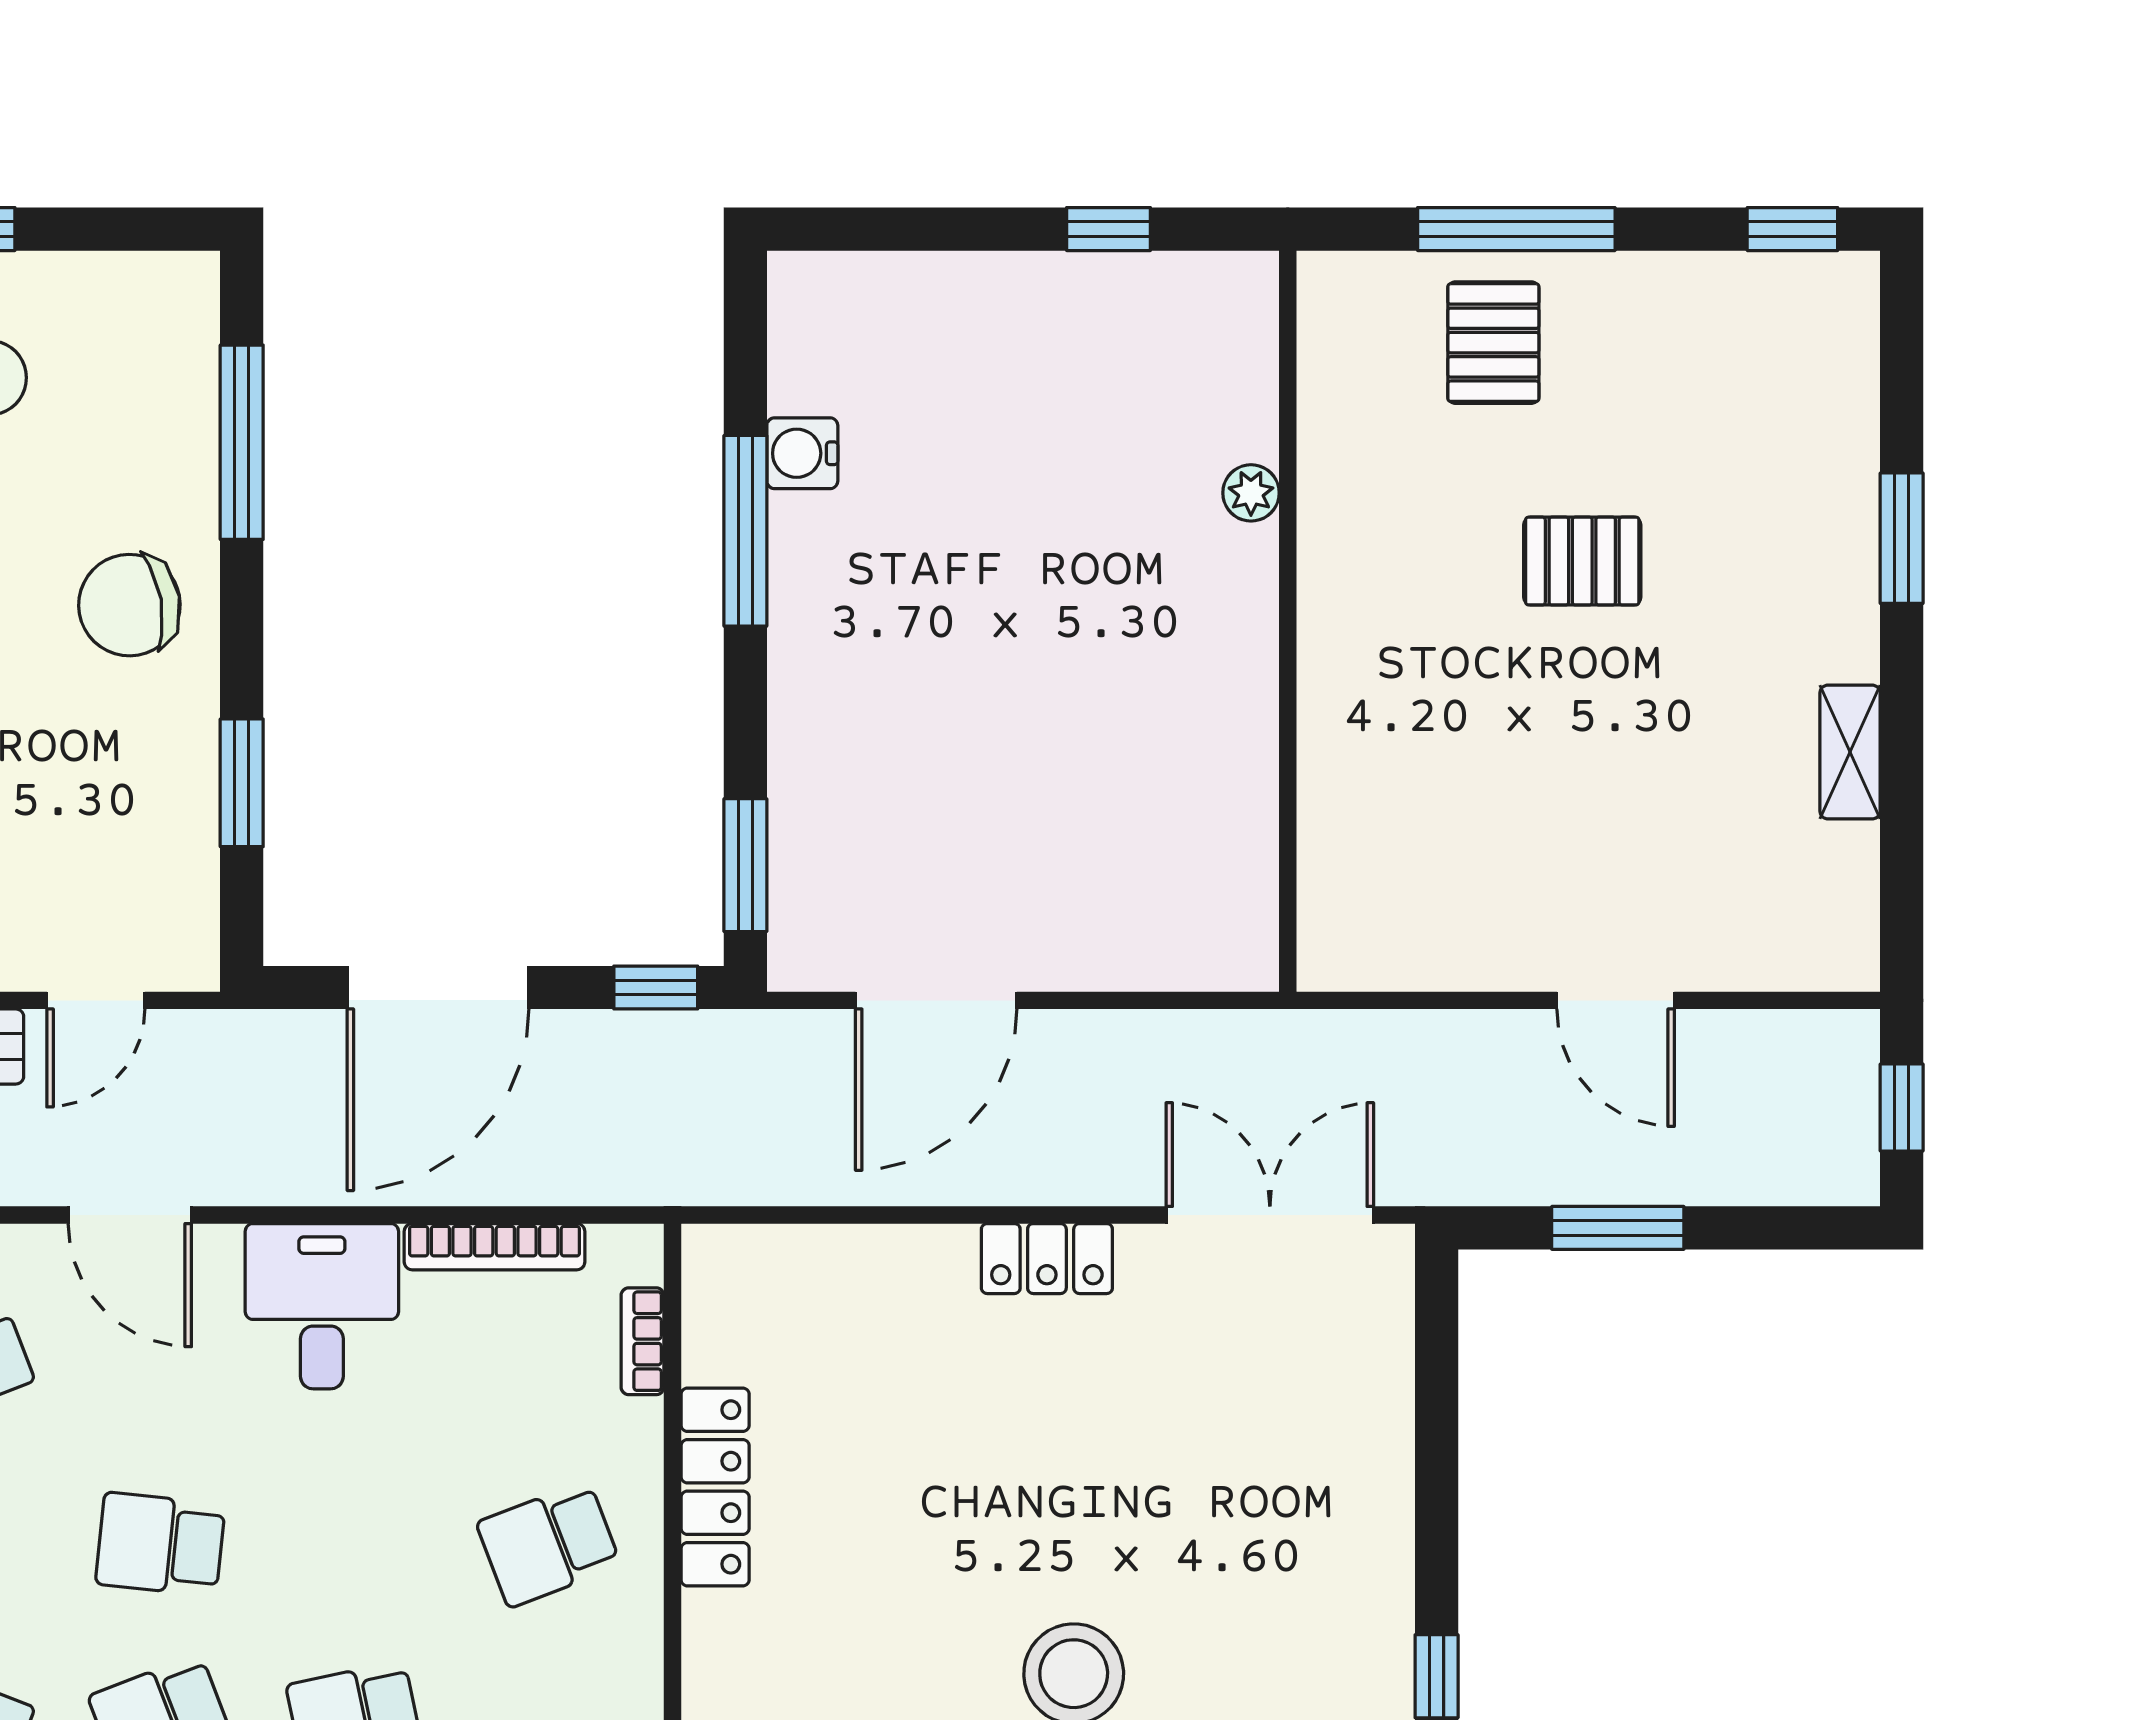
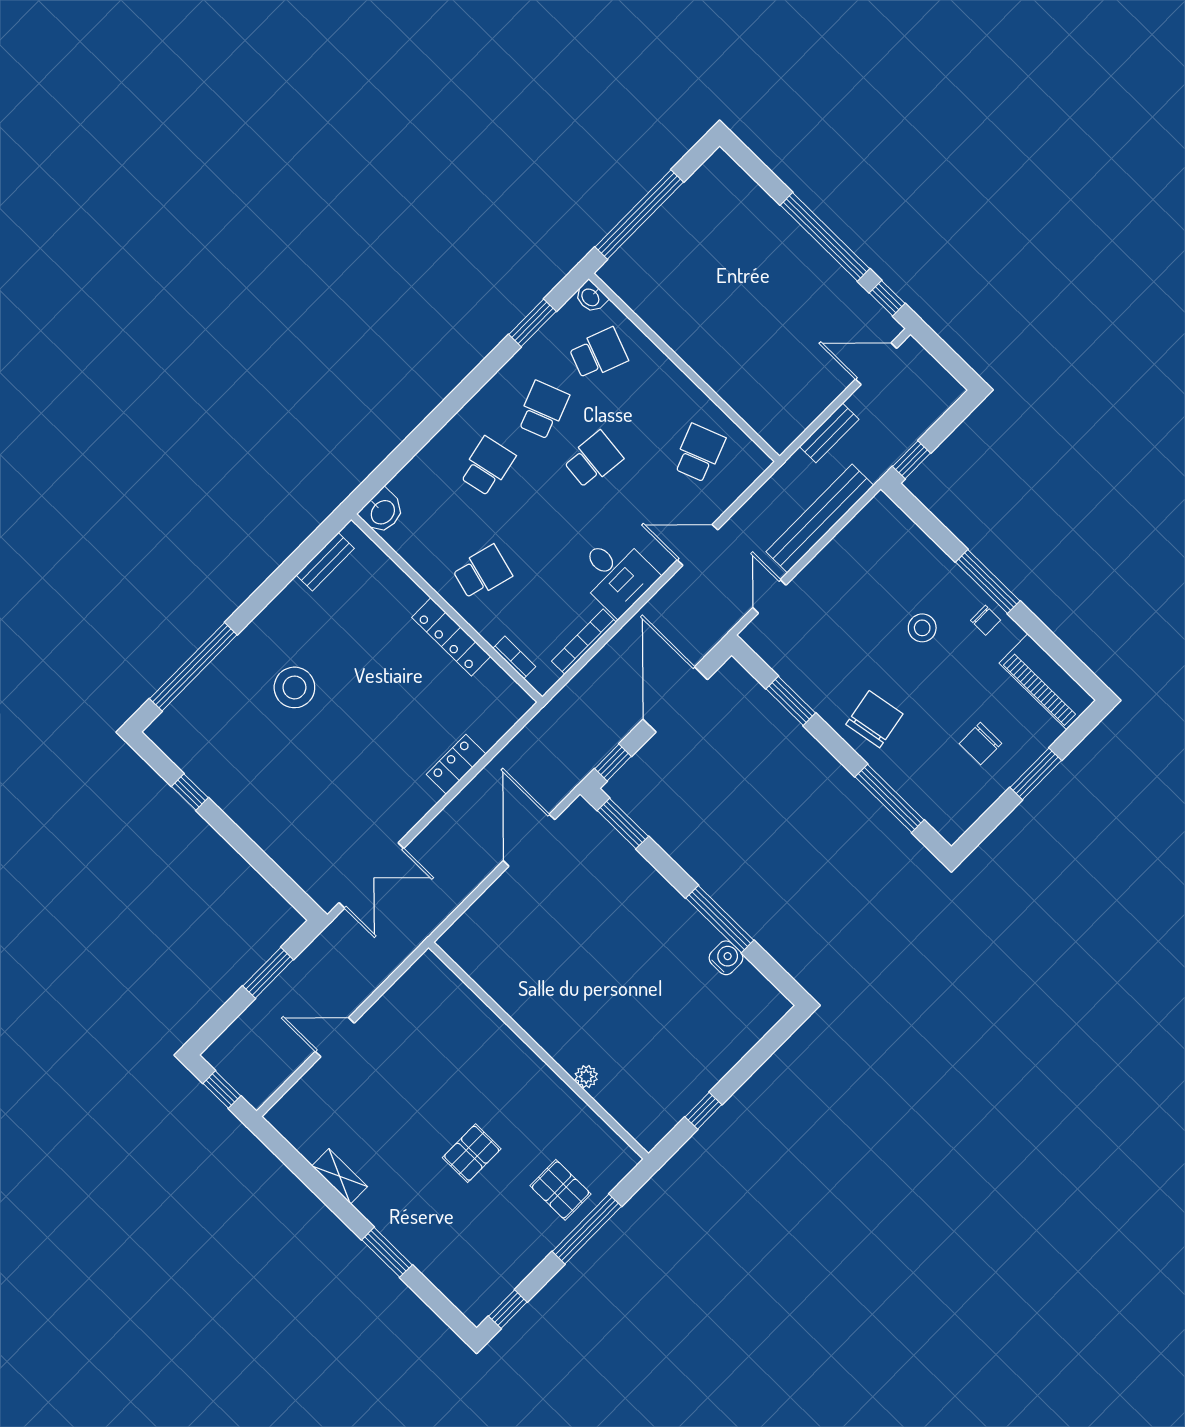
locker: (1047, 1259) -> (456, 764), moved
school desk: (549, 1544) -> (482, 572), turned 36

